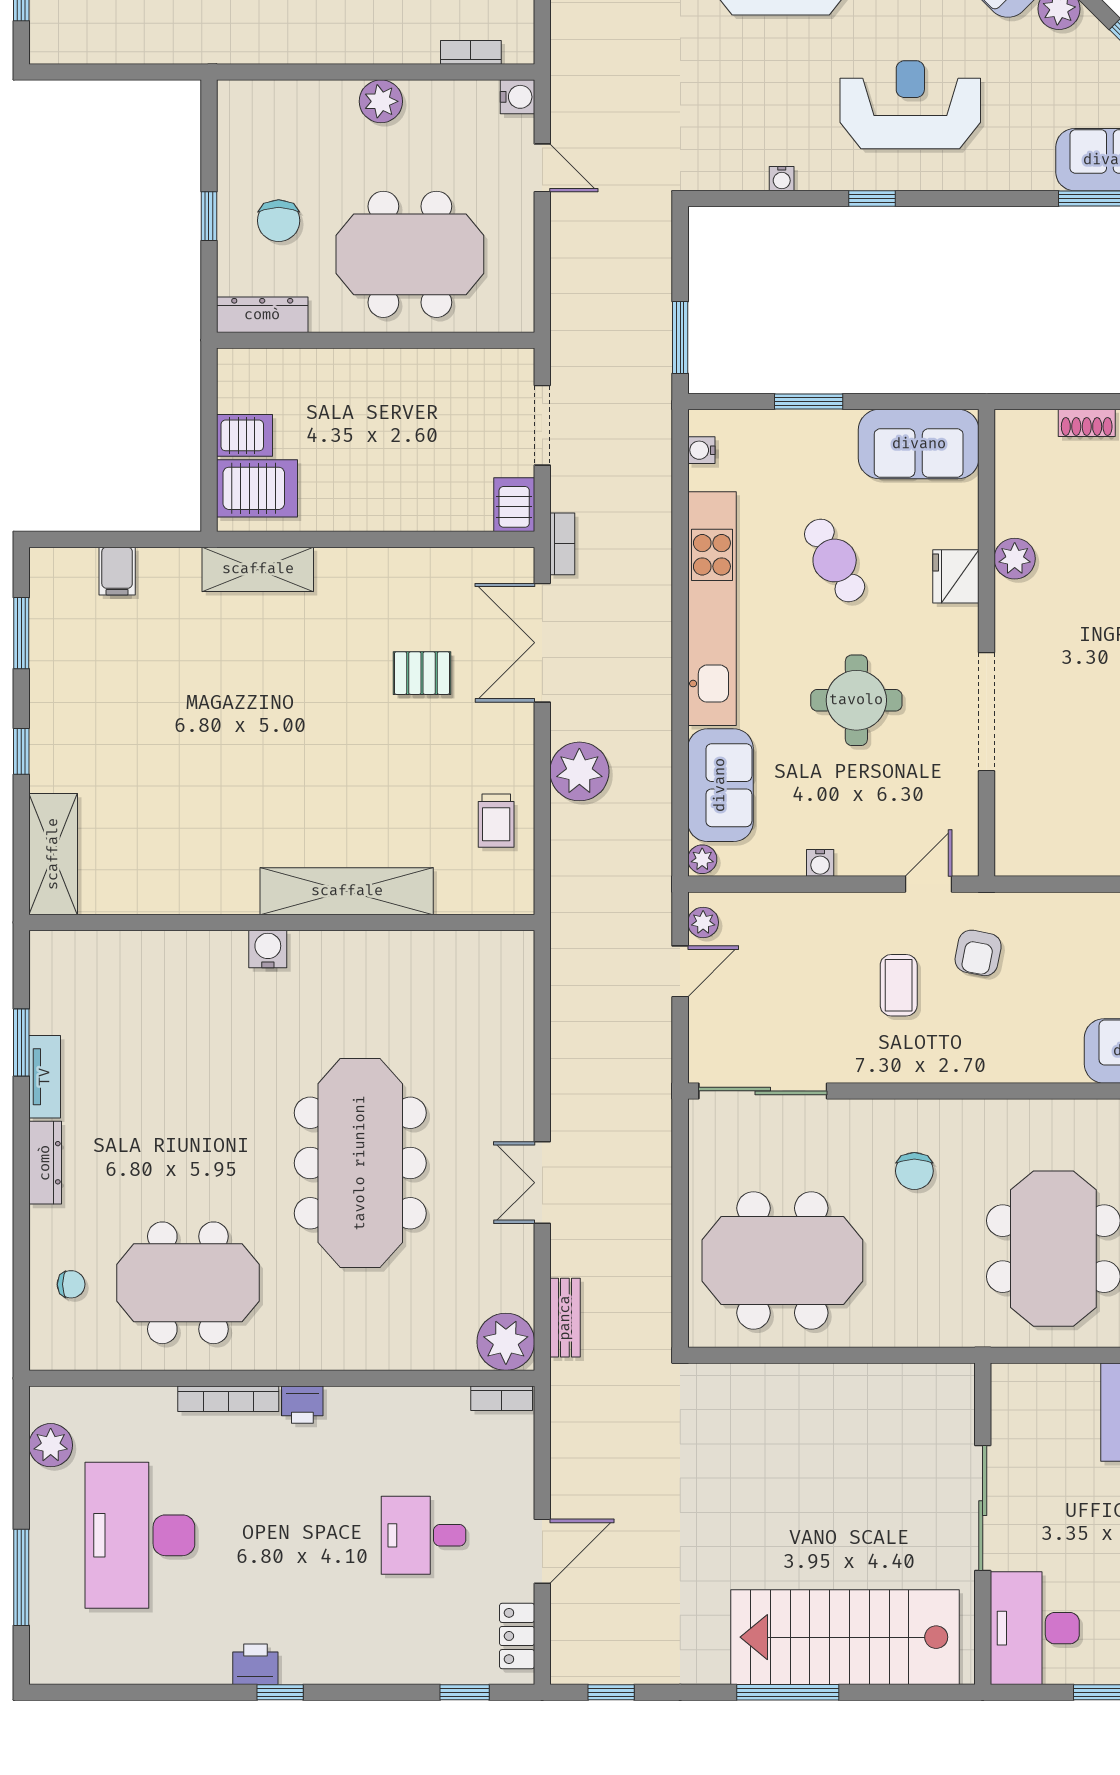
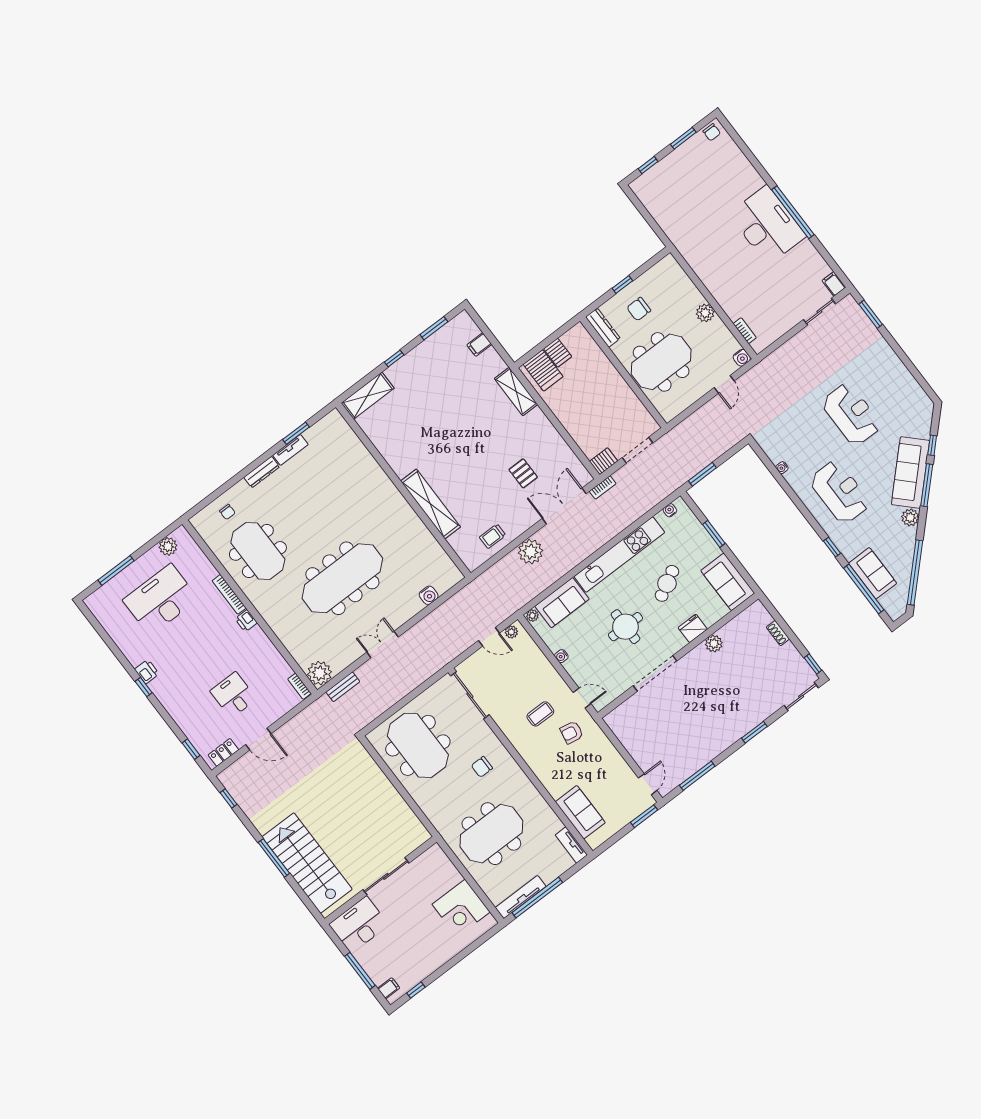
window: (872, 198) -> (832, 547), moved
meeting table: (410, 254) -> (661, 362), turned 90
water cooler: (268, 949) -> (429, 595), moved, turned 90

